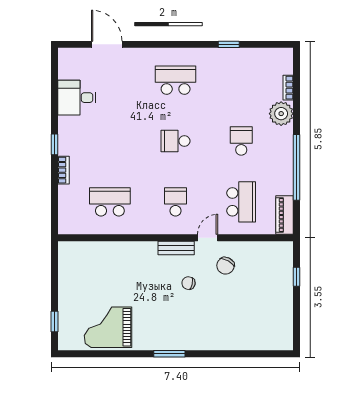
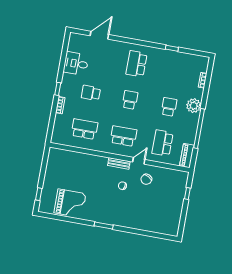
door: (107, 44) -> (99, 35), hinge flipped
school desk: (176, 80) -> (136, 64), turned -90
plant: (281, 114) -> (194, 106), moved
school desk: (110, 141) -> (91, 93), added
school desk: (176, 141) -> (130, 100), turned 90
school desk: (176, 202) -> (123, 136), width x1.85
school desk: (241, 202) -> (162, 143), turned 180
grand piano: (108, 327) -> (70, 203), turned 180

